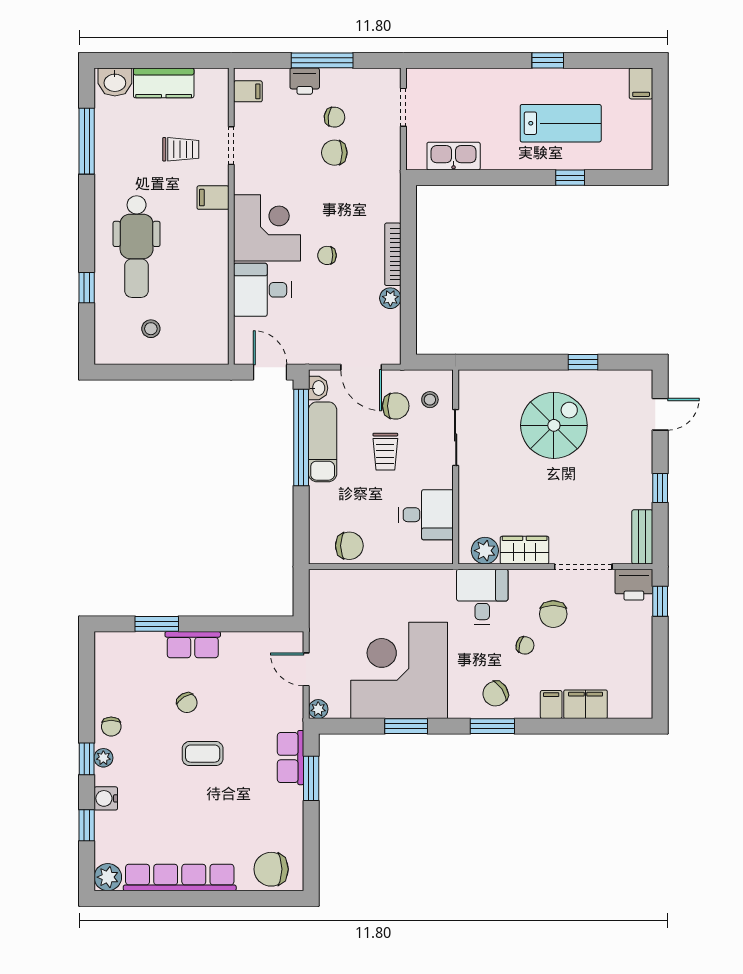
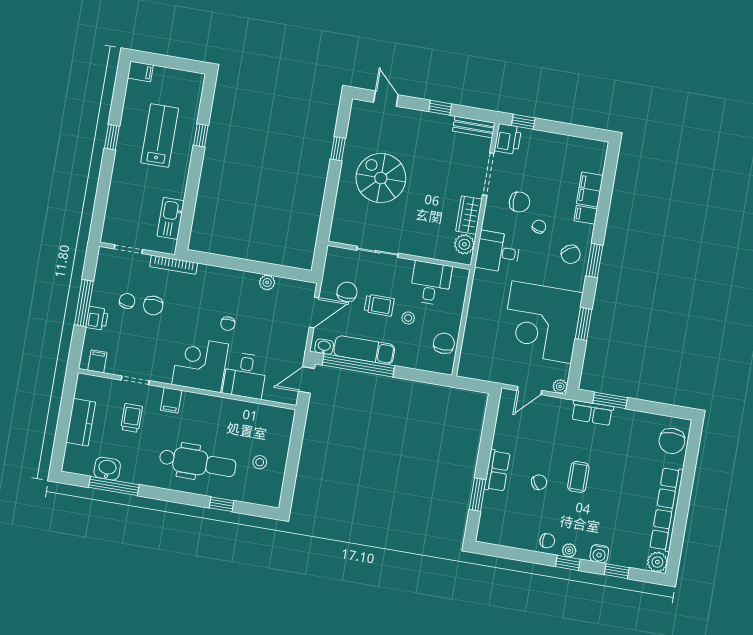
washbasin: (115, 82) -> (107, 469), moved, turned -90
bookcase: (393, 254) -> (174, 265), moved
stool: (430, 400) -> (408, 318), moved

